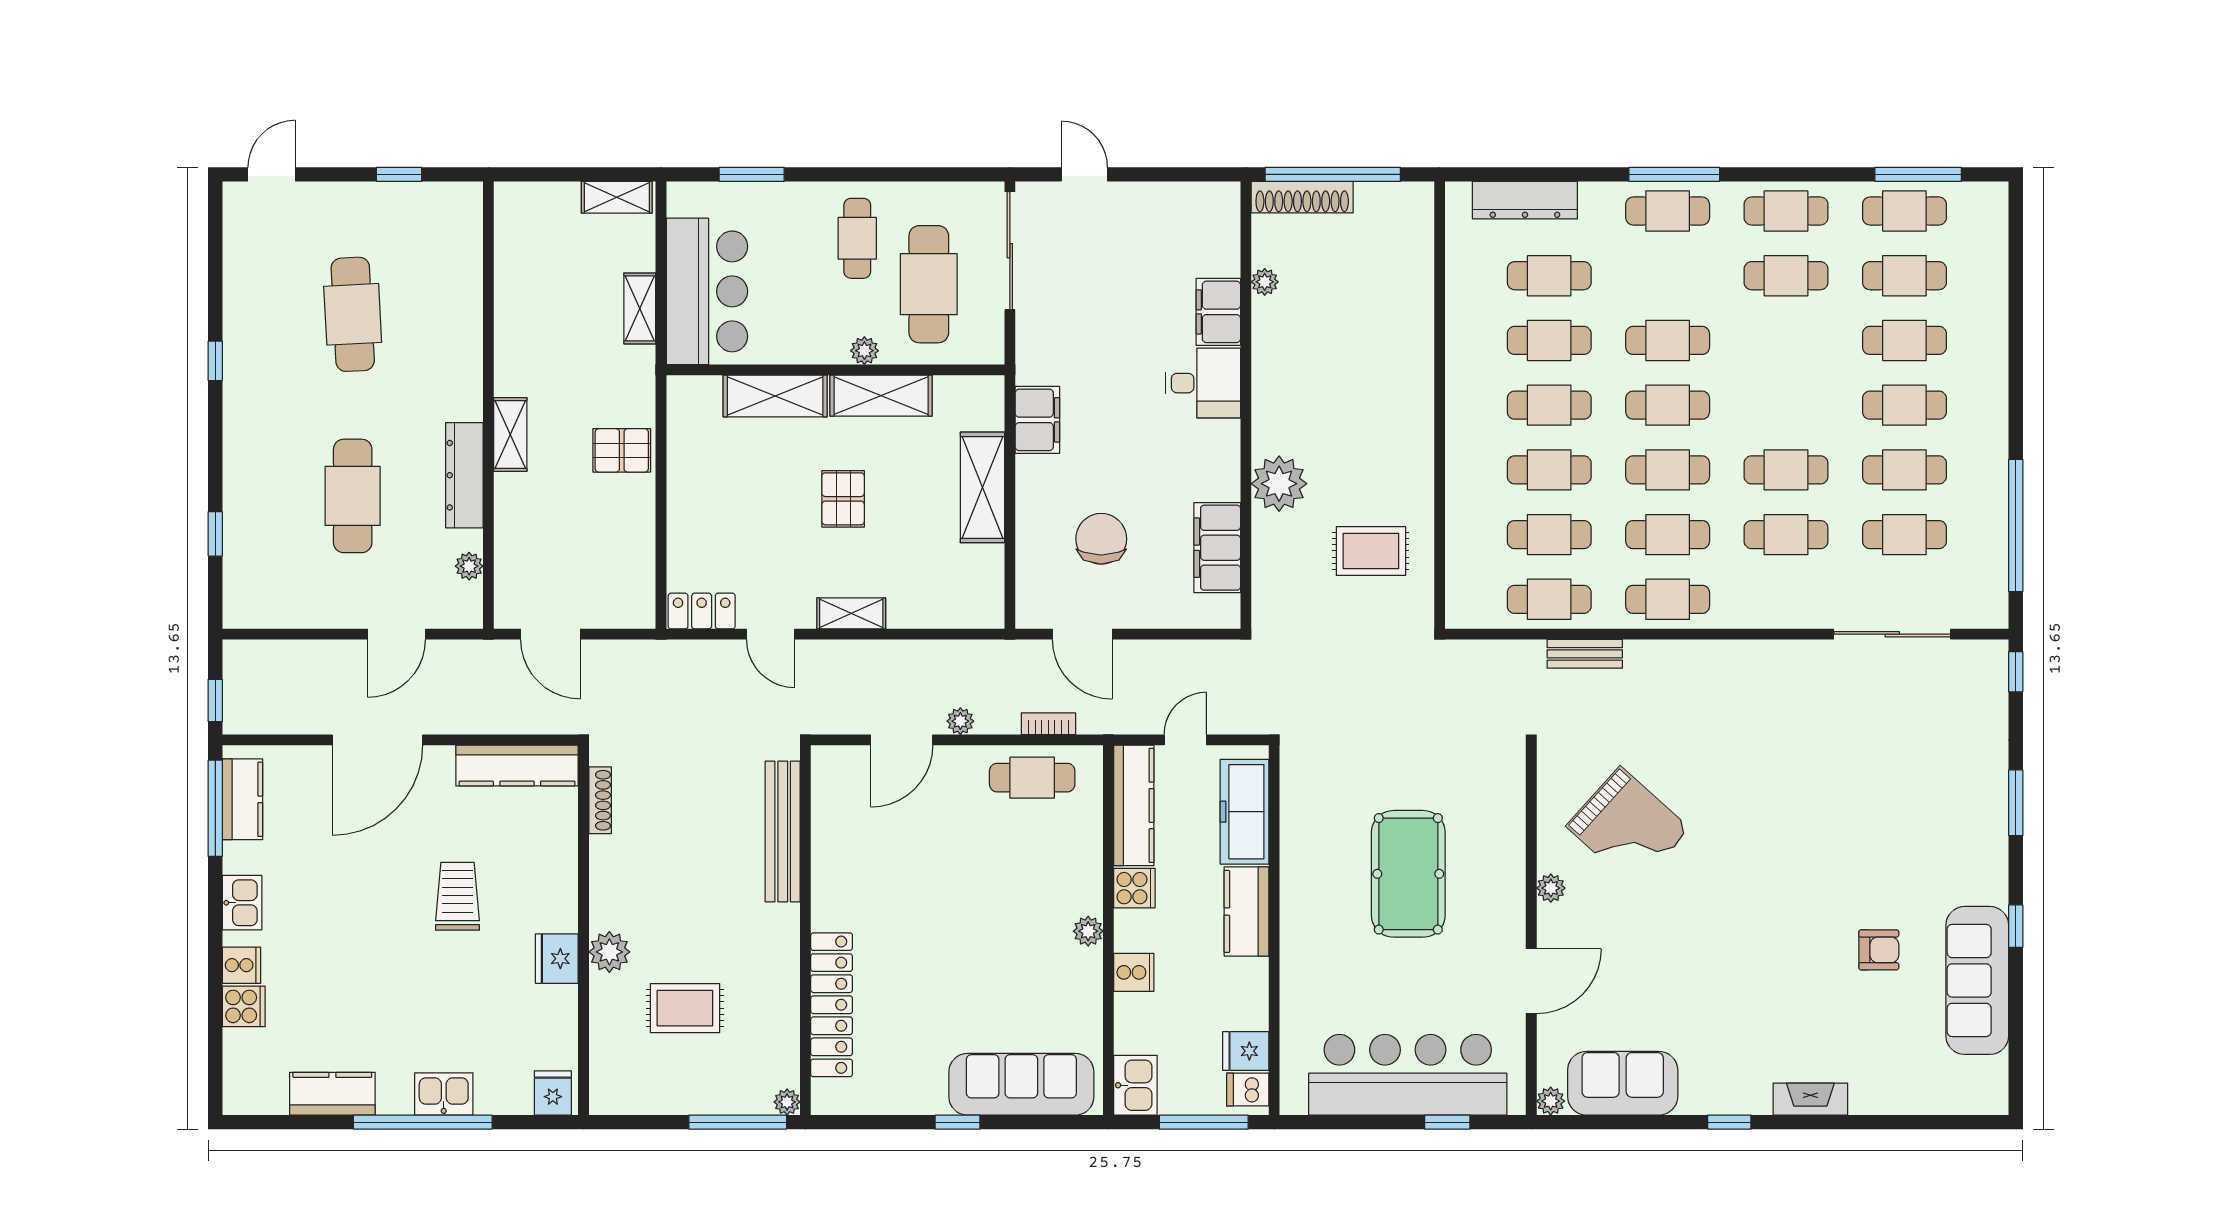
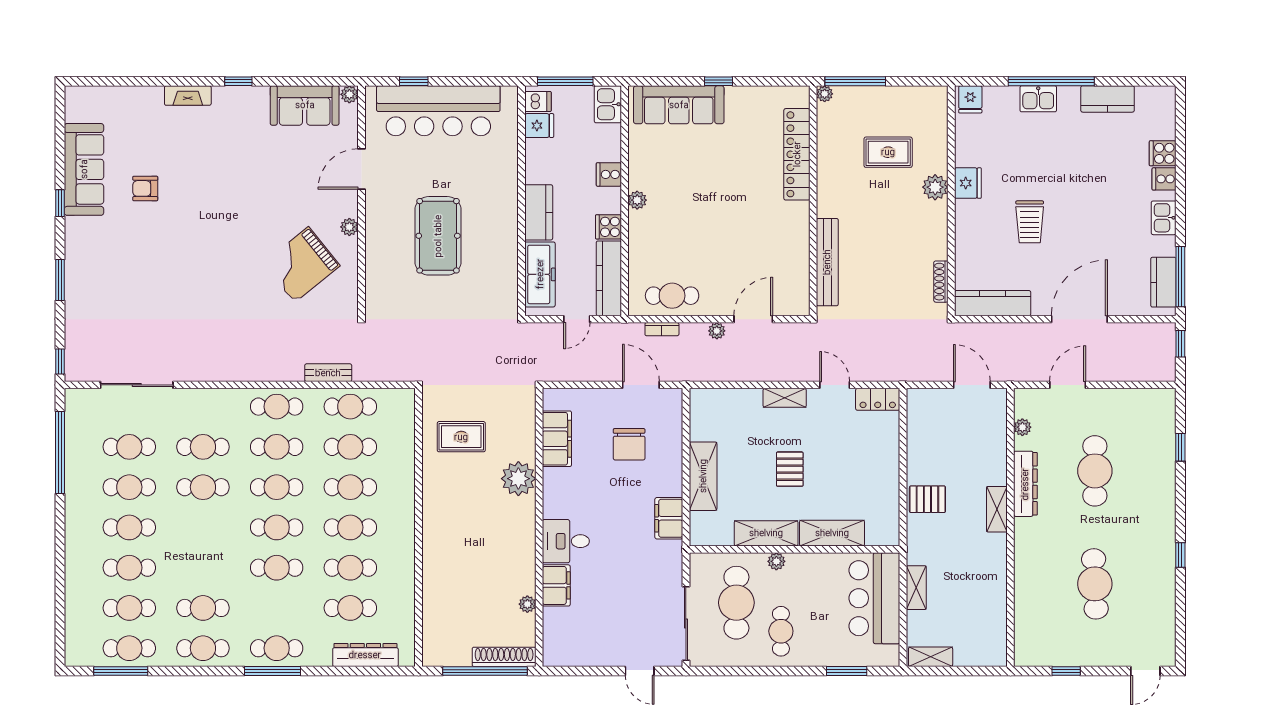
grand piano: (1628, 827) -> (301, 265), turned -81

